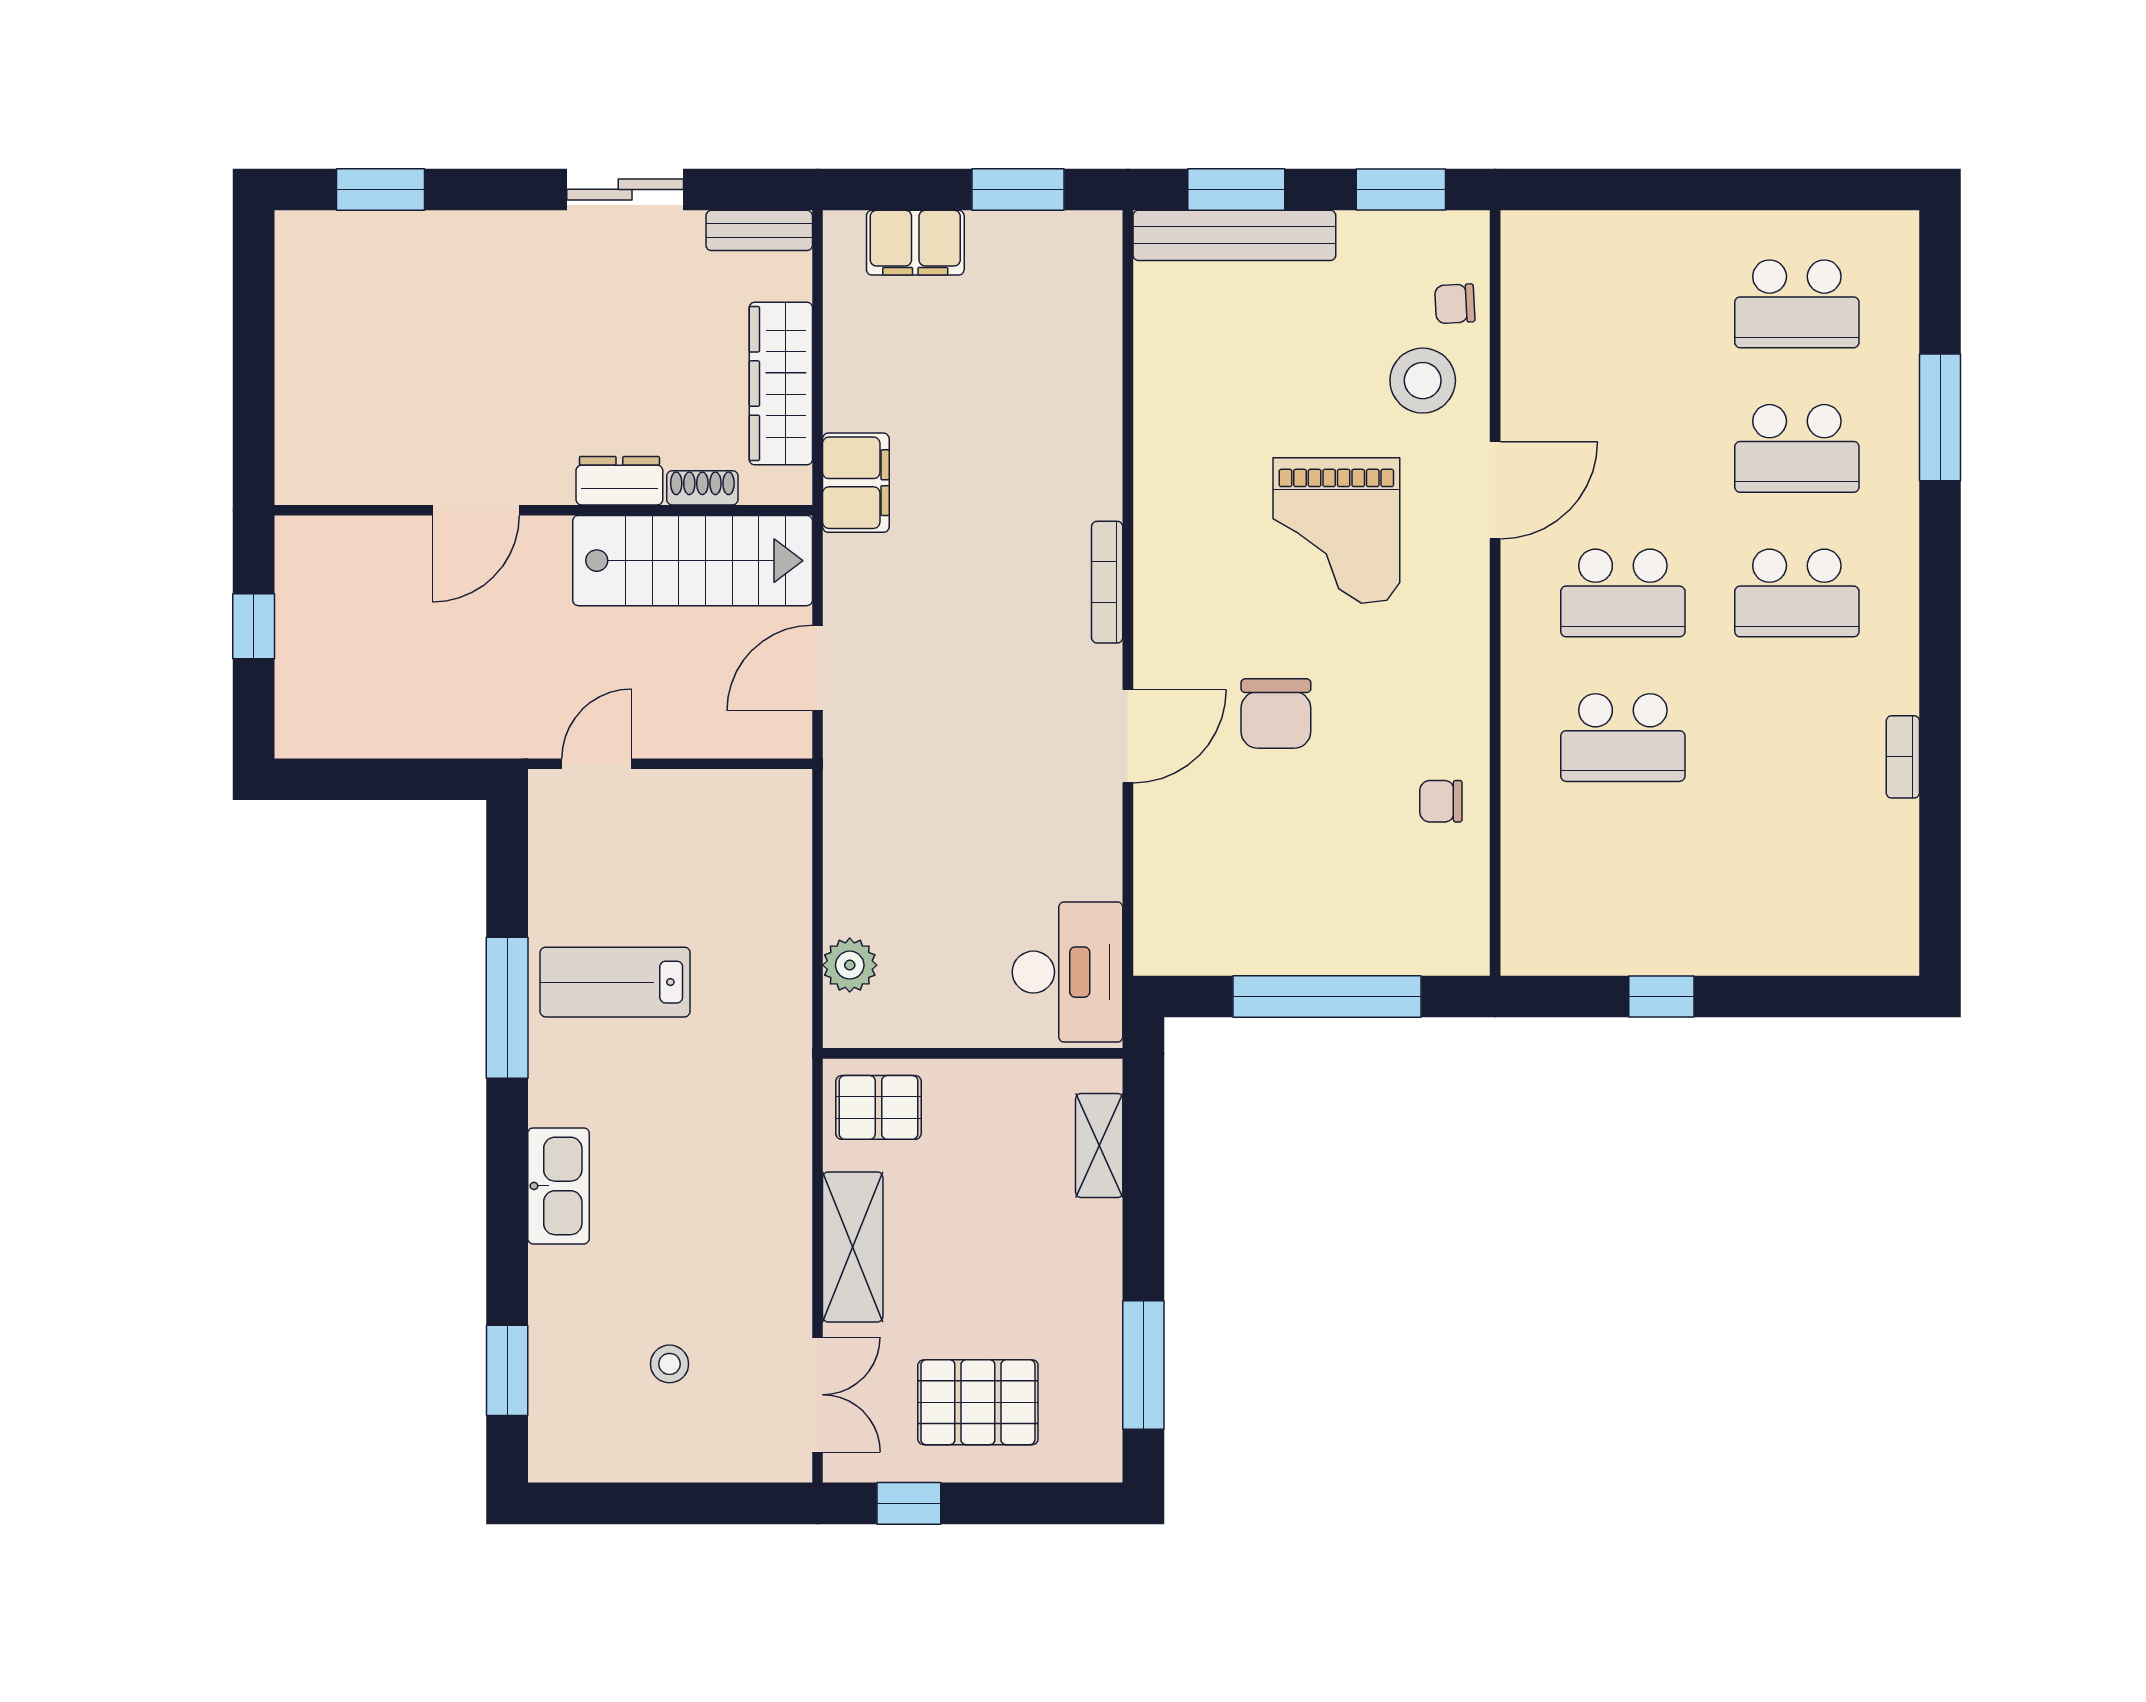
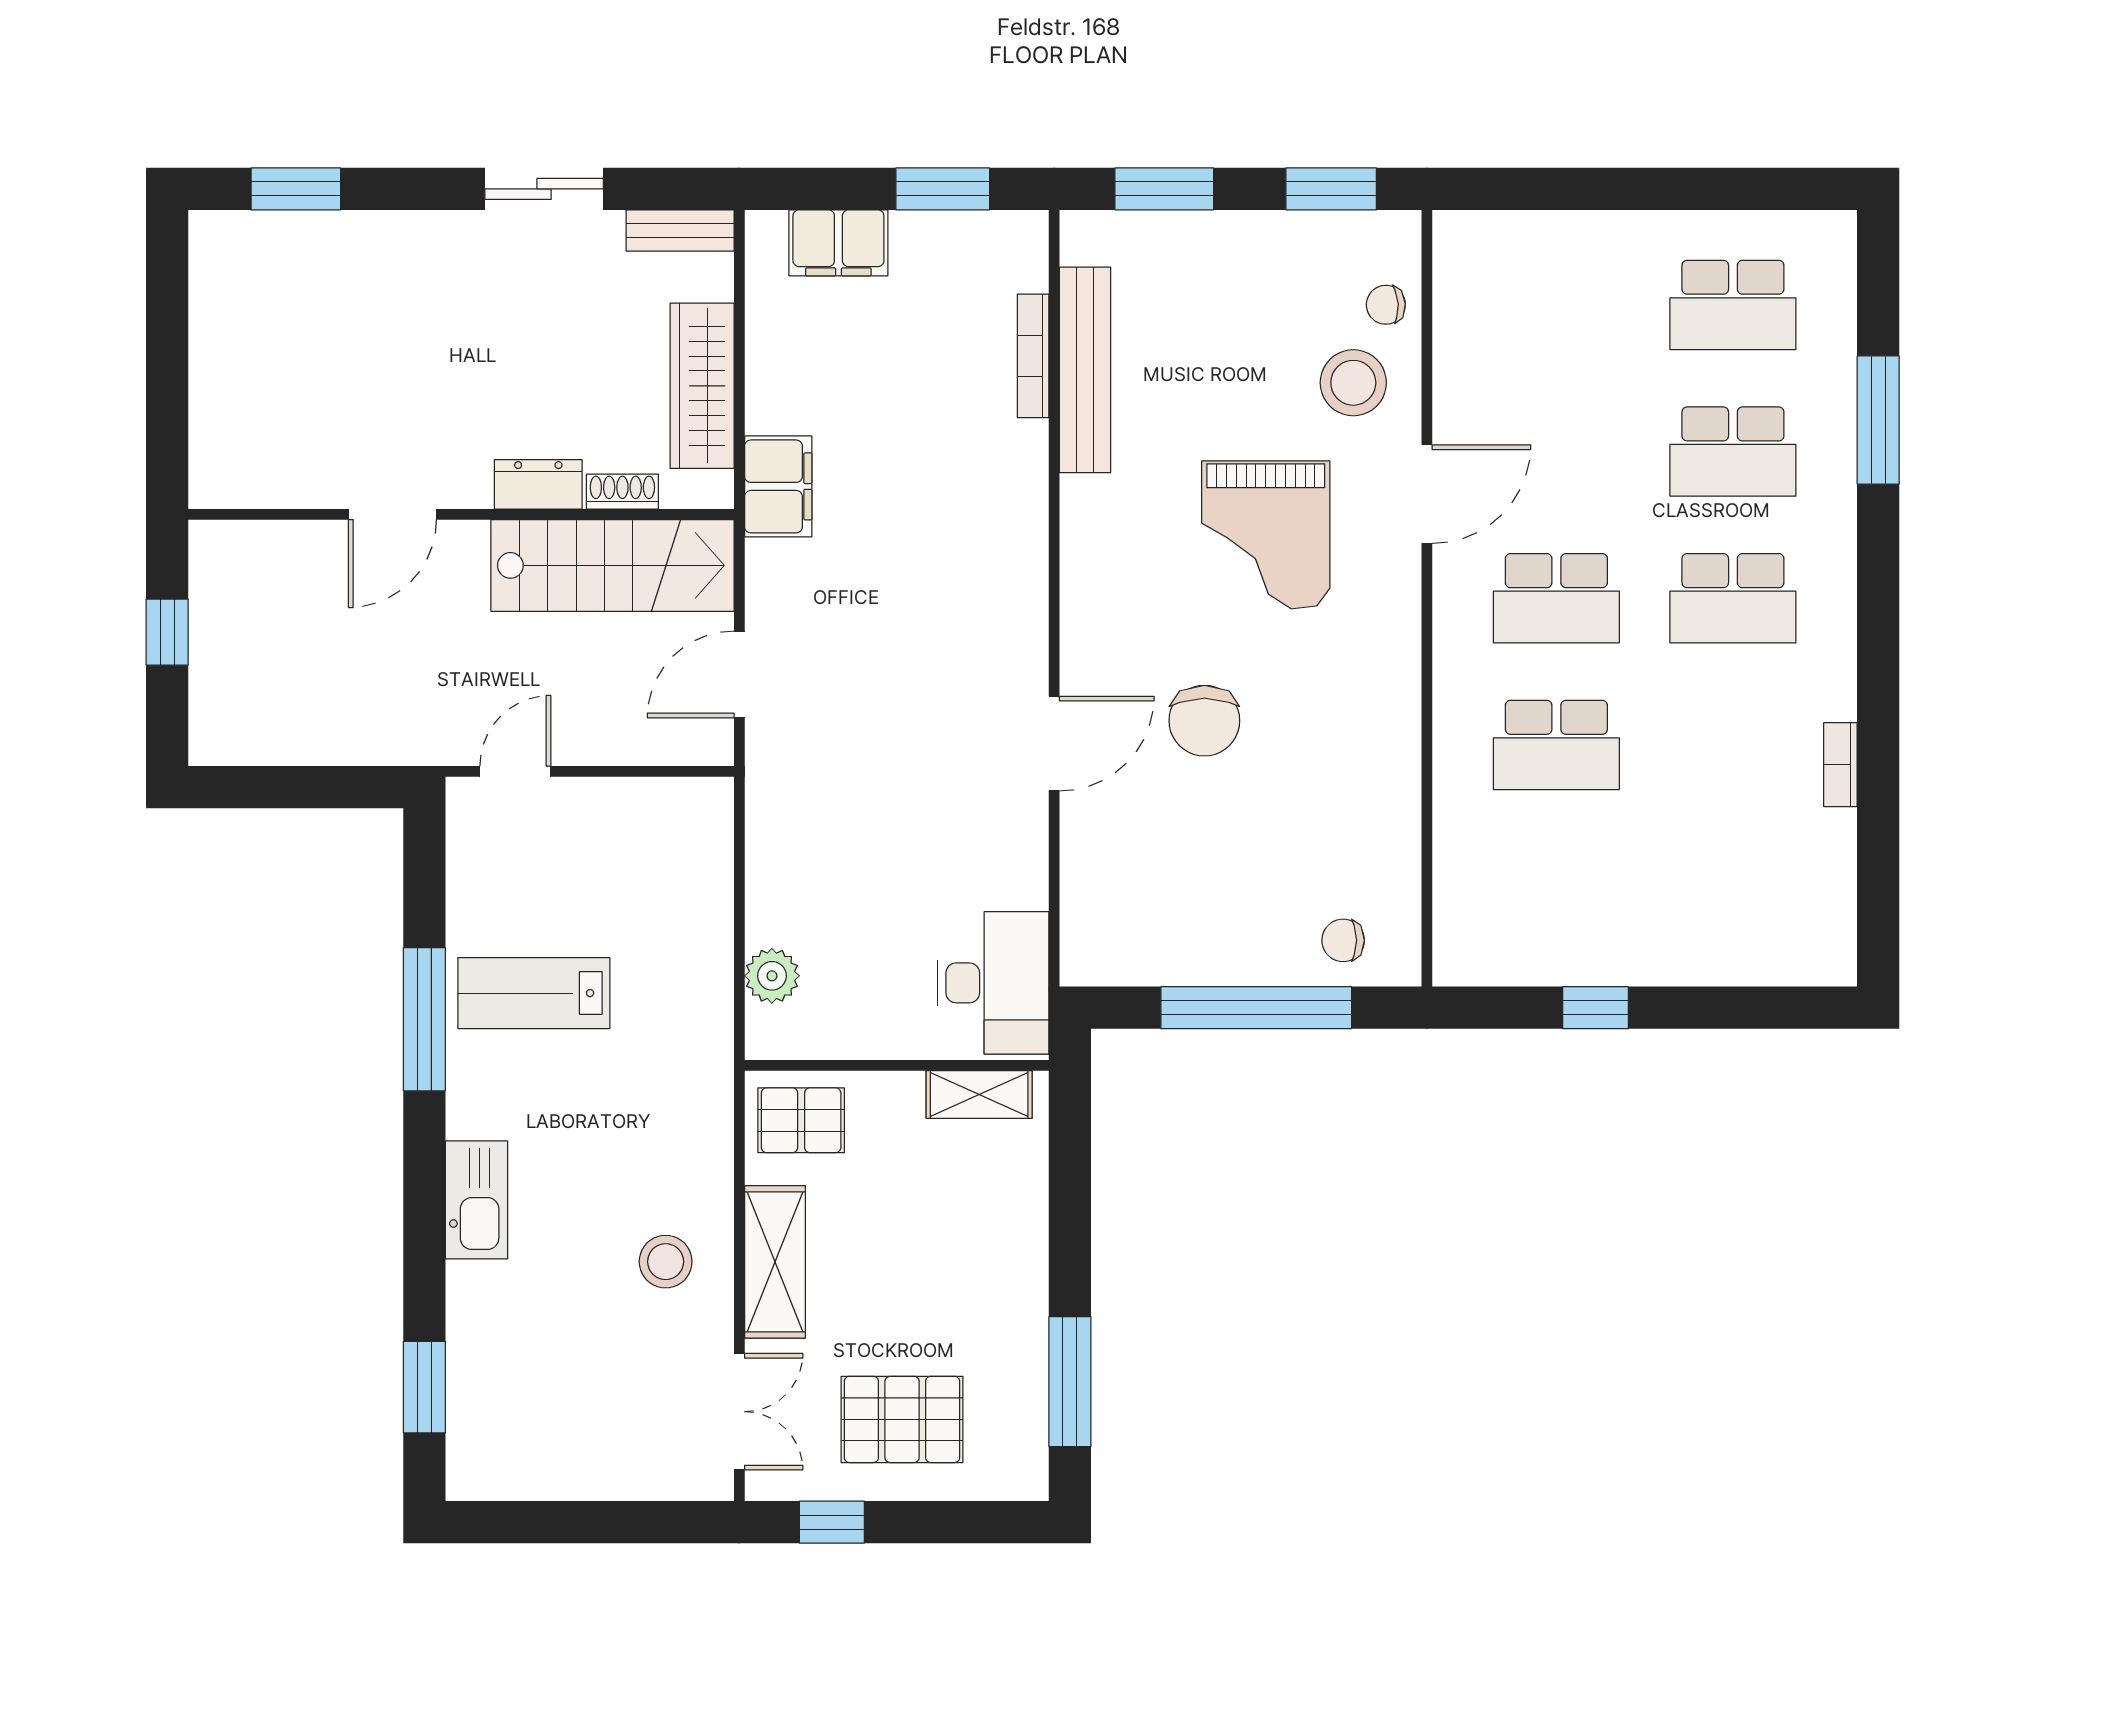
bench: (1234, 235) -> (1085, 370), moved, turned 90
bookcase: (1107, 582) -> (1033, 356), moved
chair: (1441, 801) -> (1343, 940), moved
shelving: (1099, 1146) -> (979, 1094), moved, turned 90
stool: (670, 1364) -> (666, 1262), moved, width x1.37, depth x1.37

